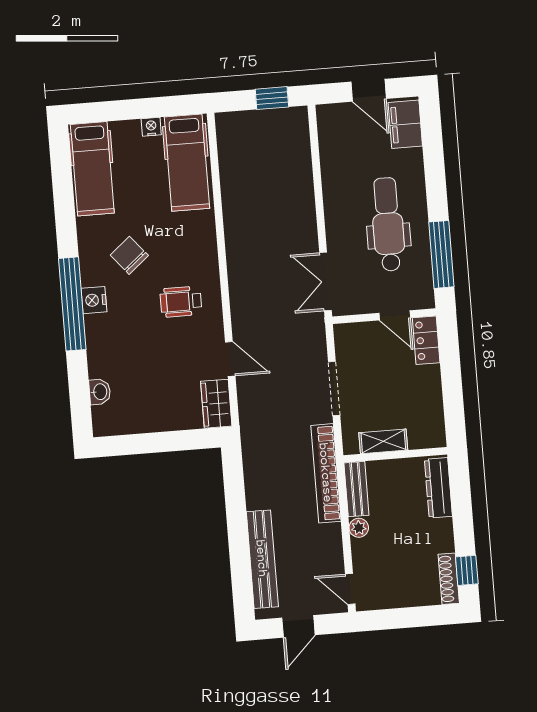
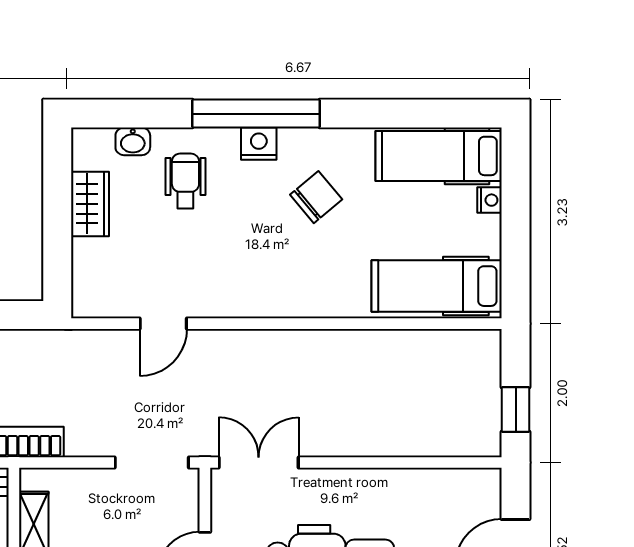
nightstand: (151, 127) -> (490, 200), moved
wheelchair: (181, 302) -> (185, 181), moved
doorway: (334, 388) -> (152, 463), moved
wardrobe: (216, 404) -> (90, 204), moved, turned 90

